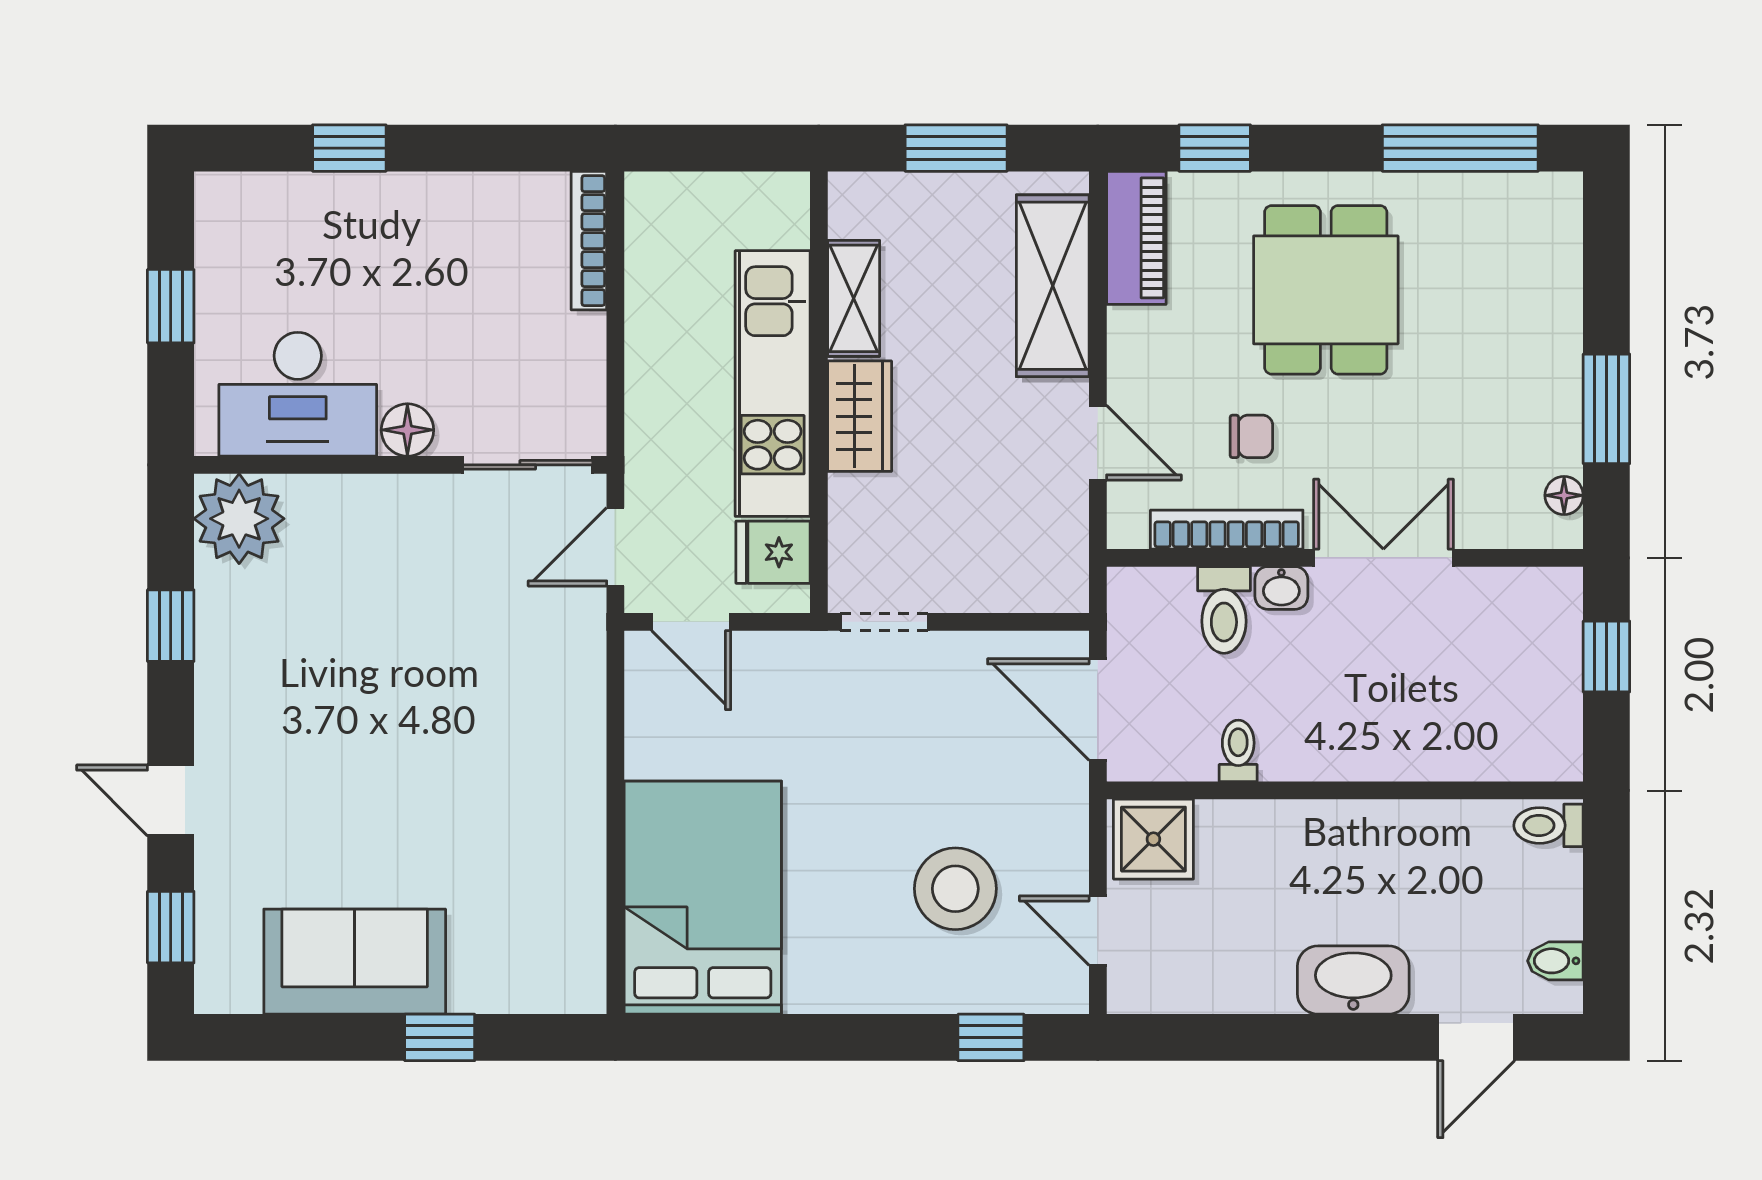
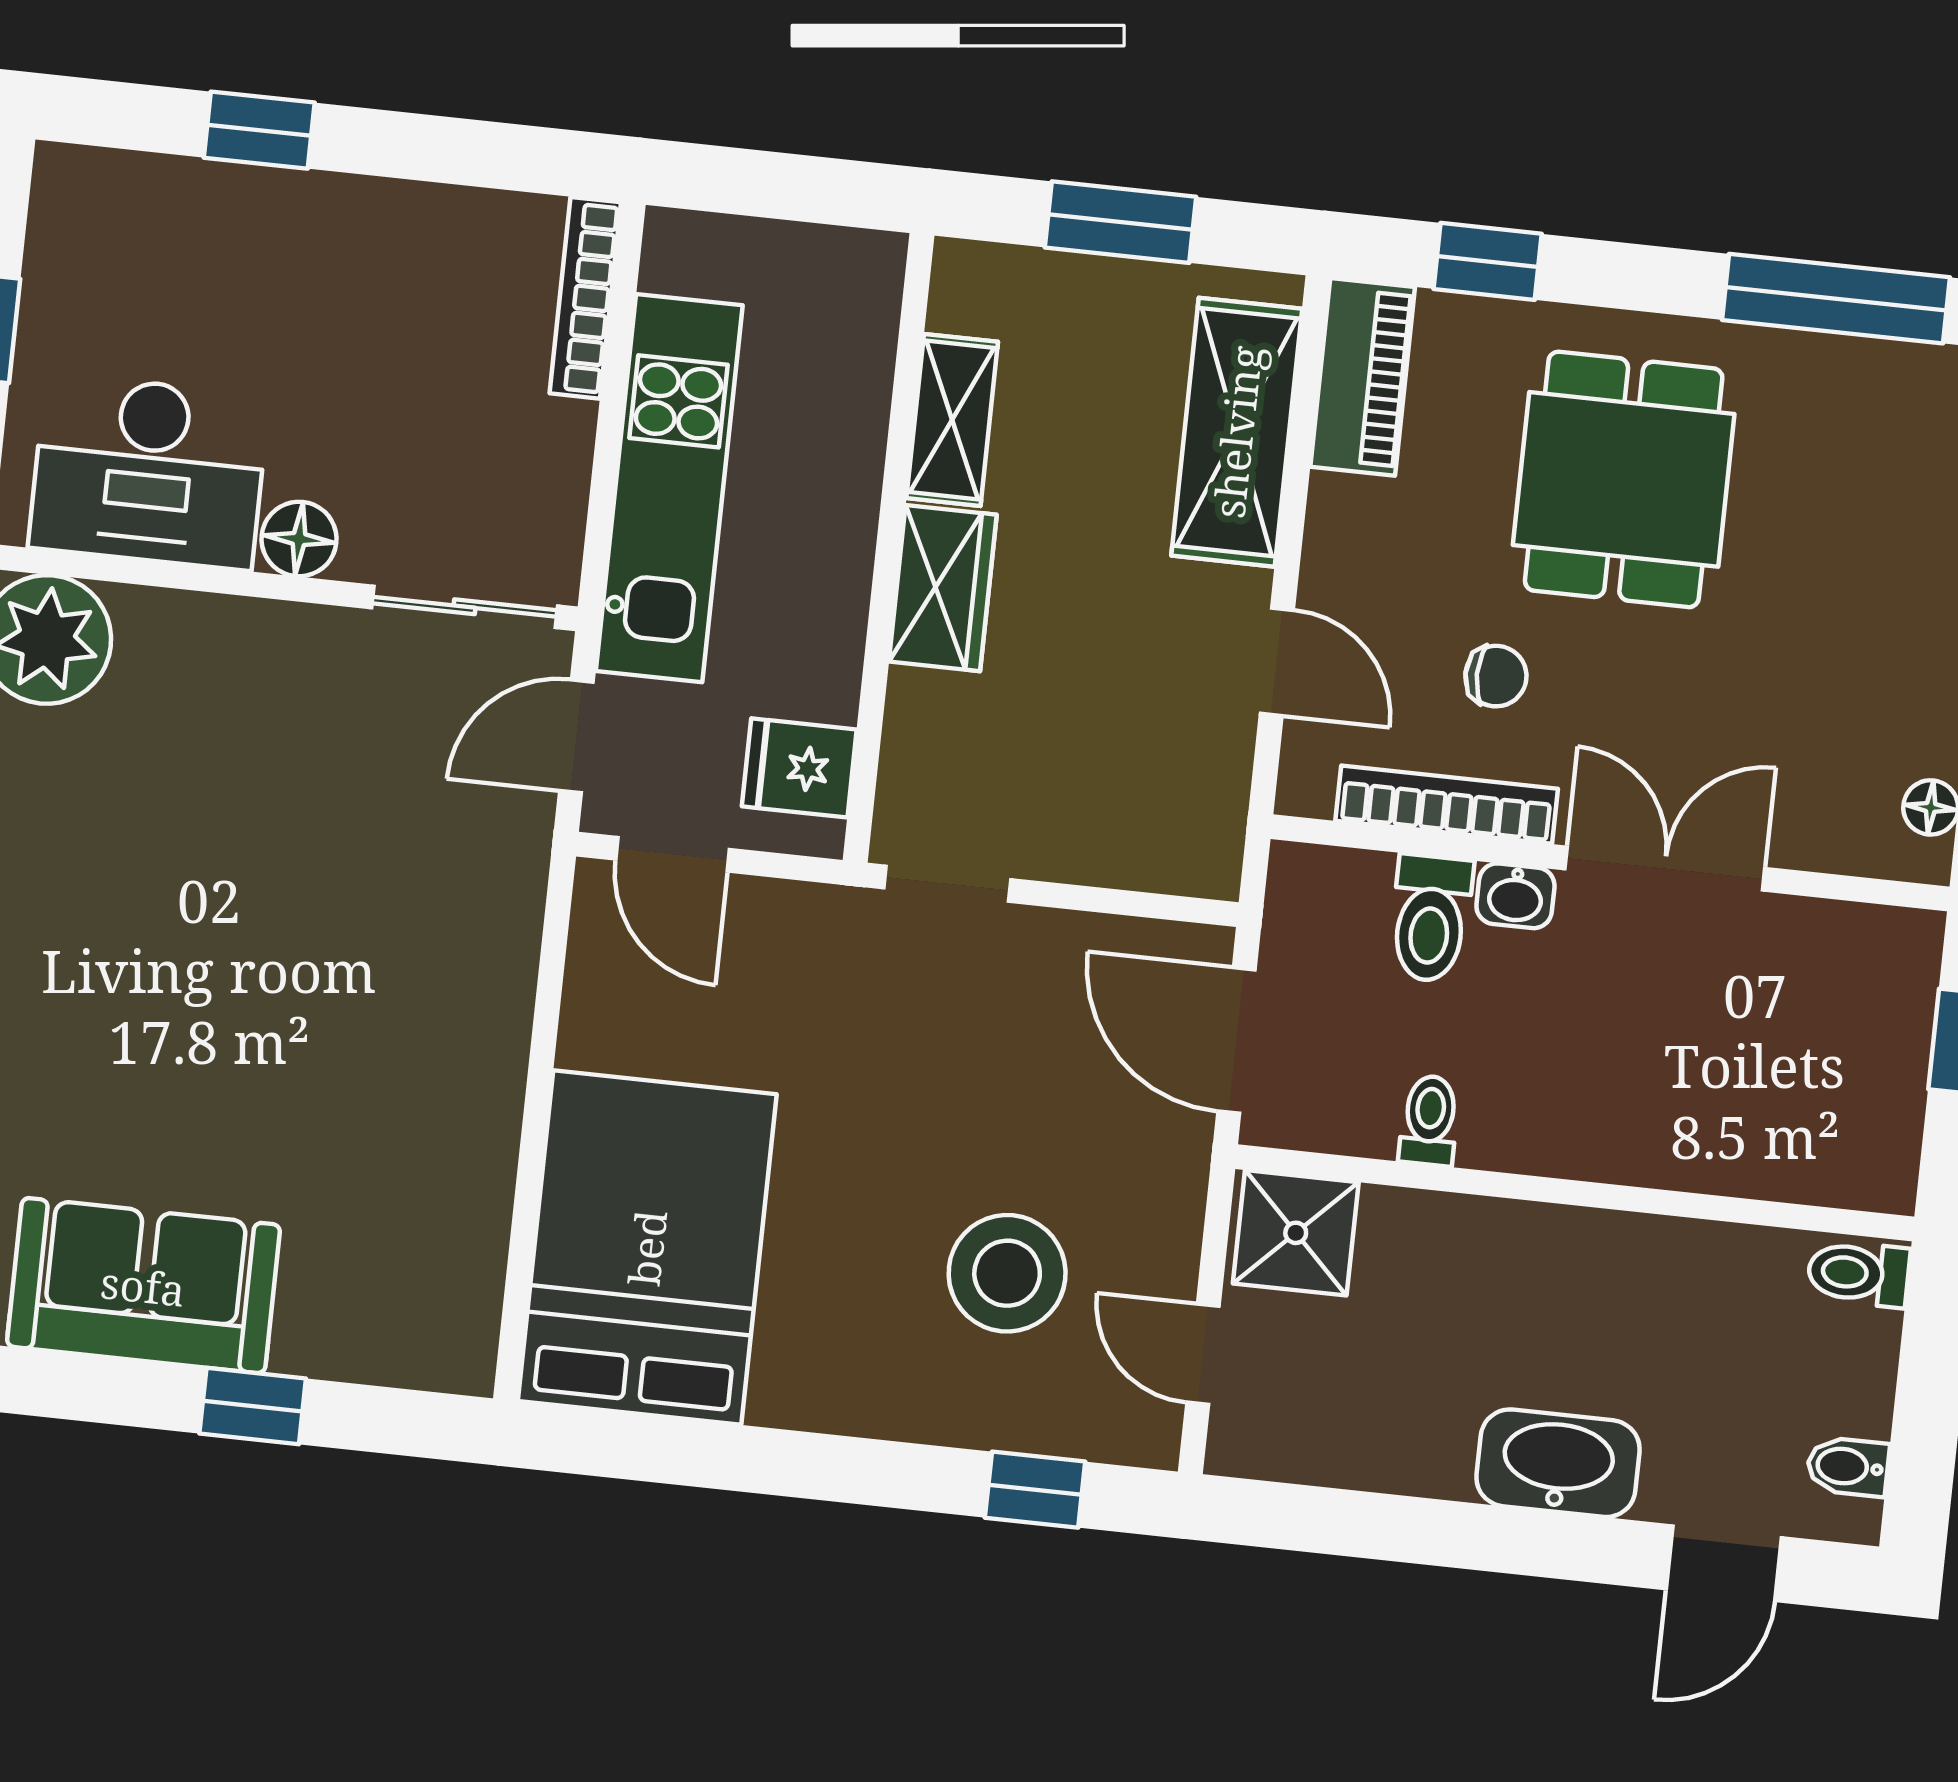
kitchen unit: (773, 384) -> (669, 488), moved, turned 180

